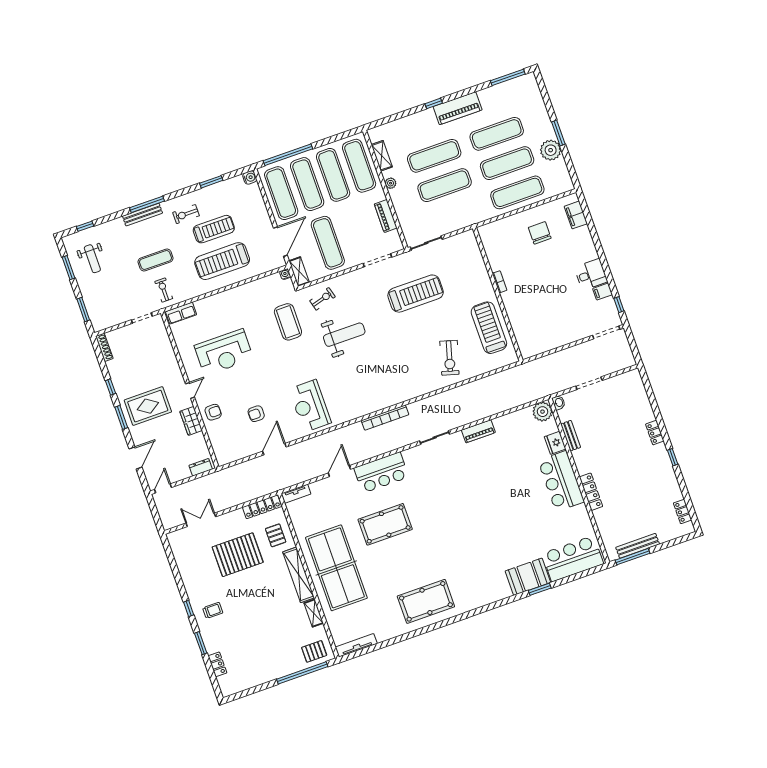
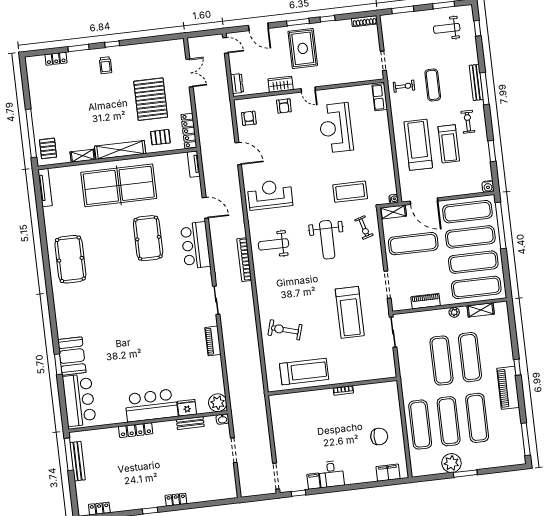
weight bench: (362, 390) -> (273, 244), added
armchair: (256, 414) -> (249, 118), moved

